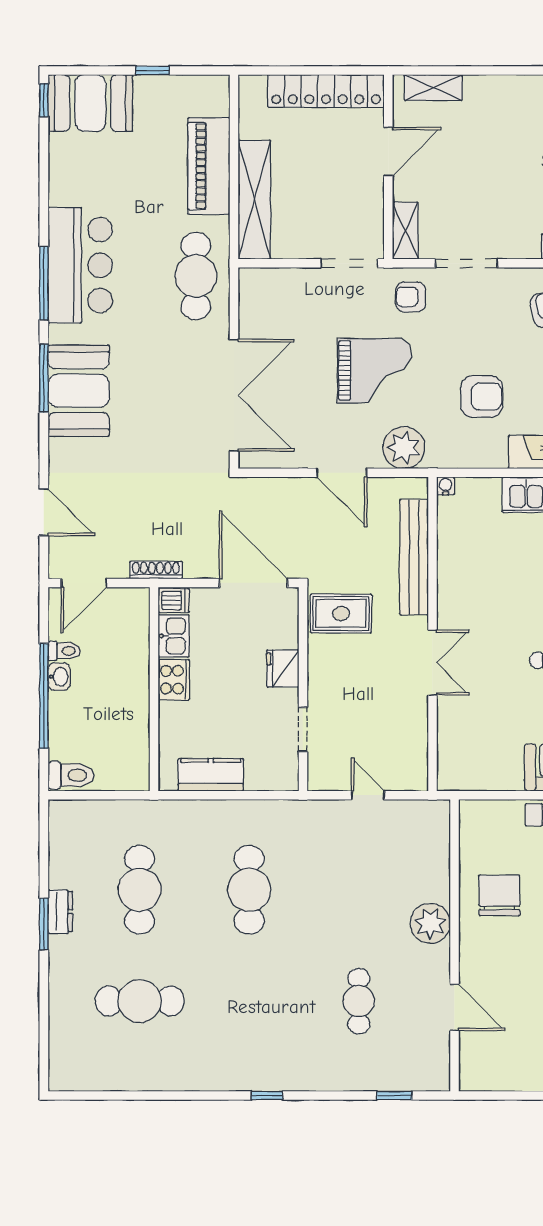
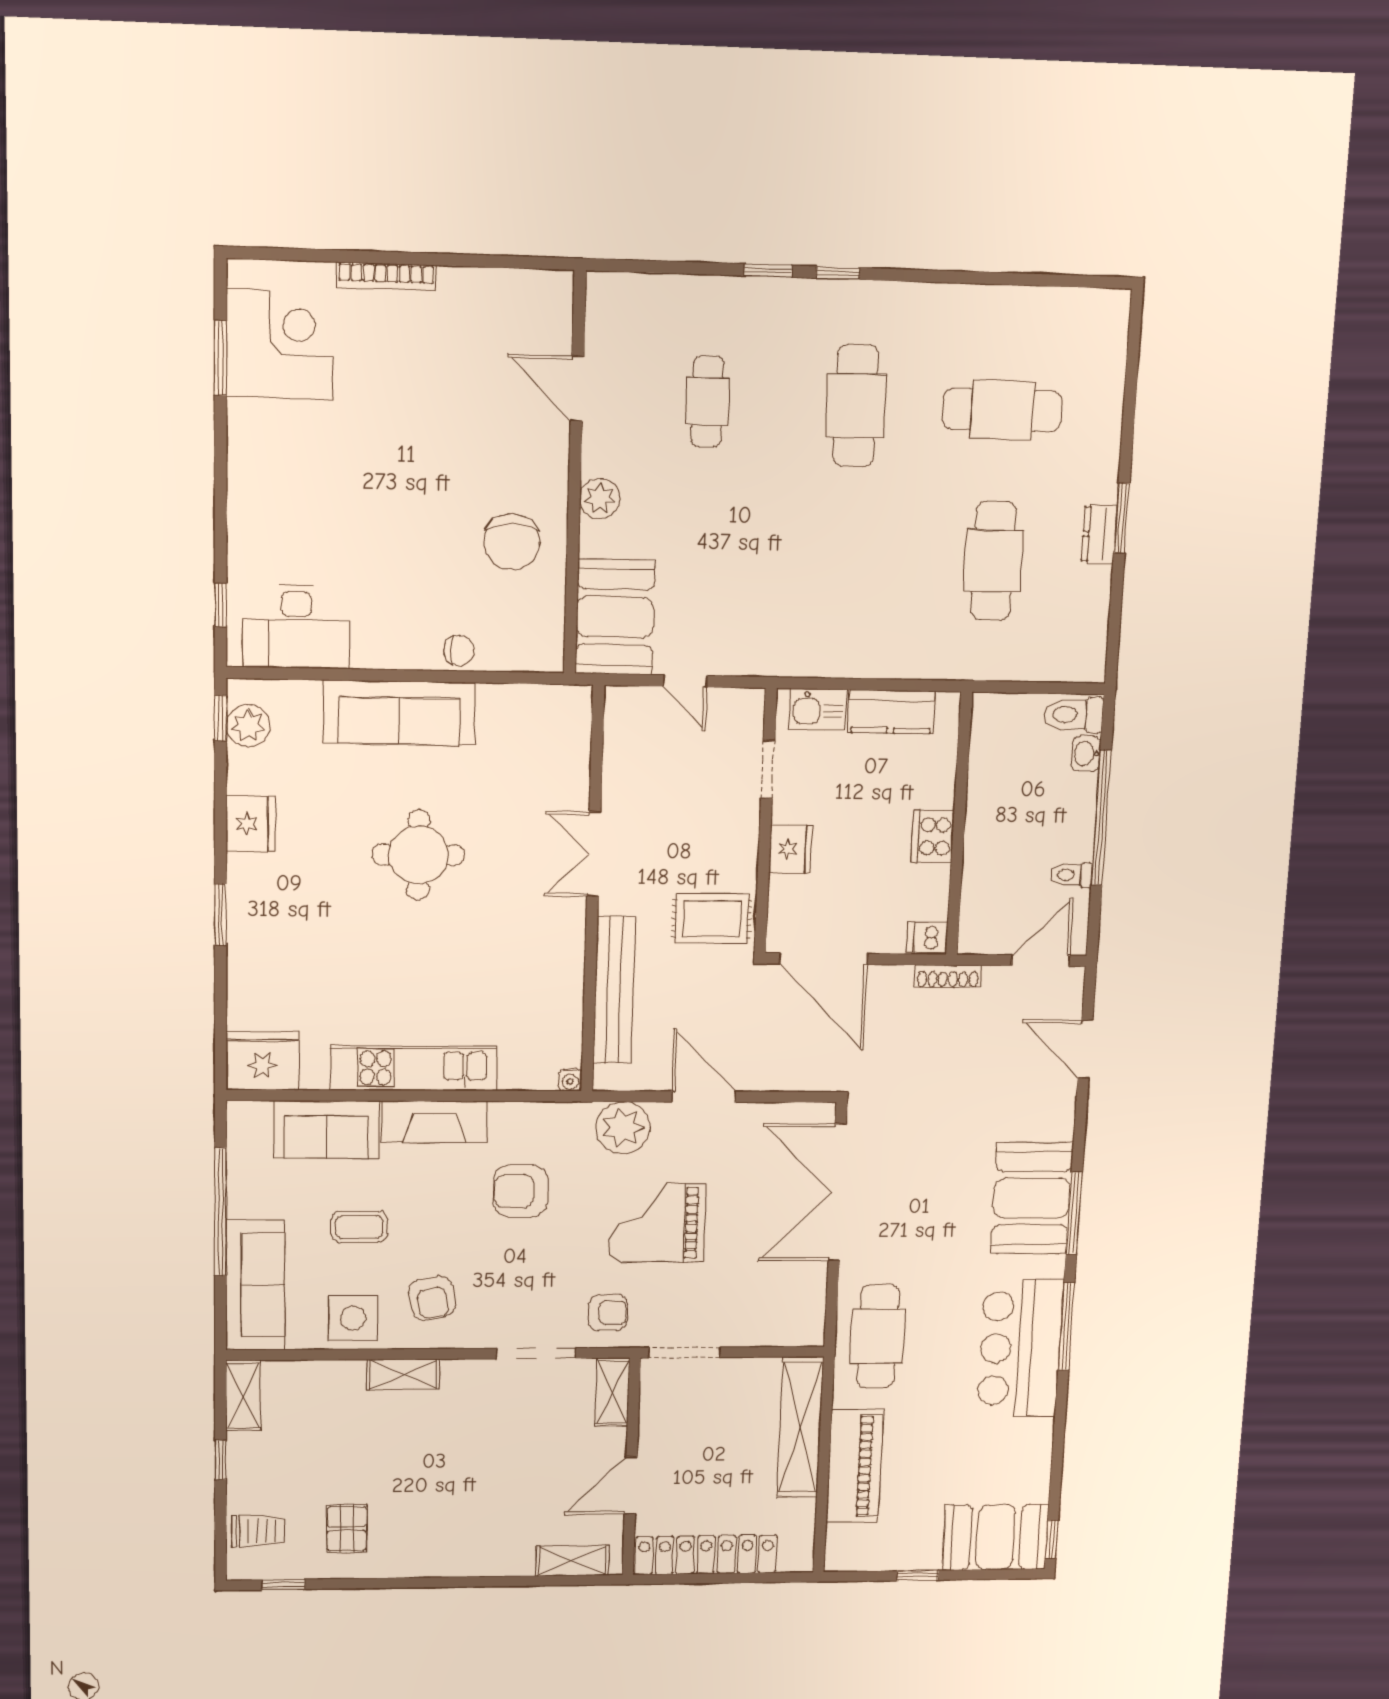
kitchen sink: (174, 636) -> (818, 709), moved, turned -90
washbasin: (59, 677) -> (1086, 754), moved
booth: (422, 842) -> (615, 617), added
cafe table: (249, 890) -> (856, 406), moved
plant: (430, 923) -> (600, 498), width x0.73, depth x0.73
window: (394, 1096) -> (768, 271), moved

